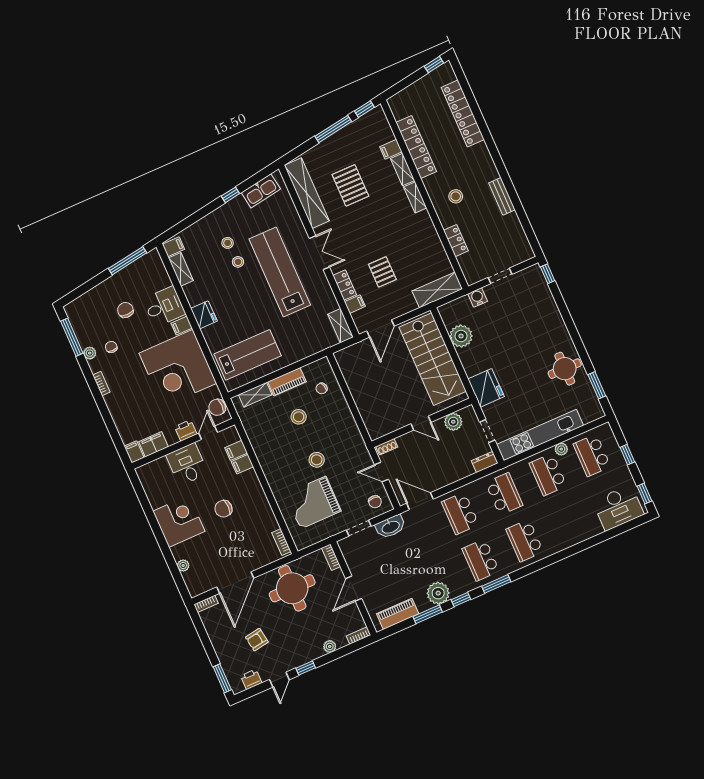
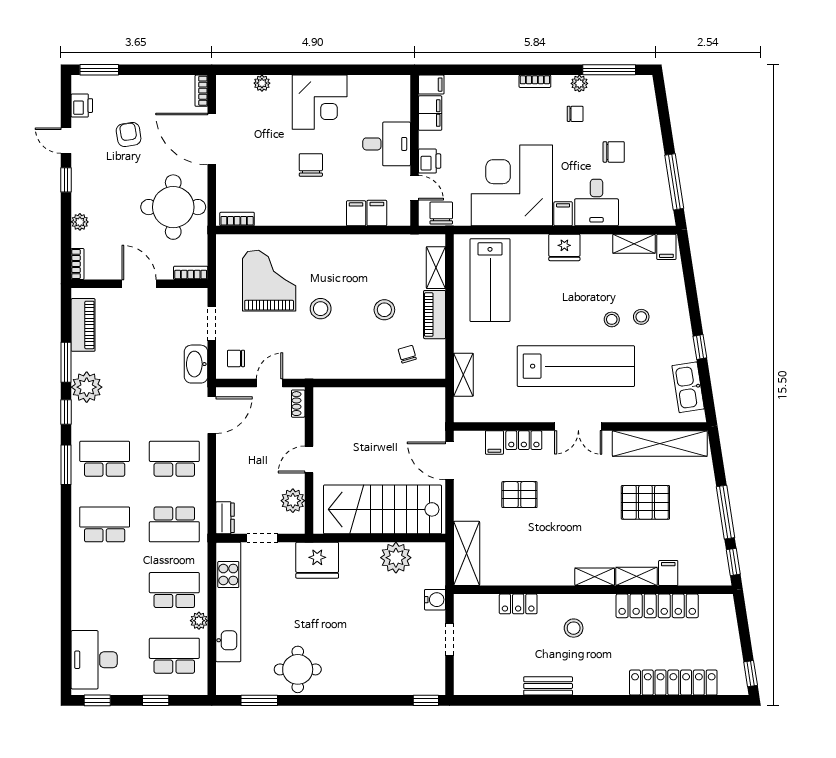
shelving: (341, 326) -> (463, 375), moved, turned 90

